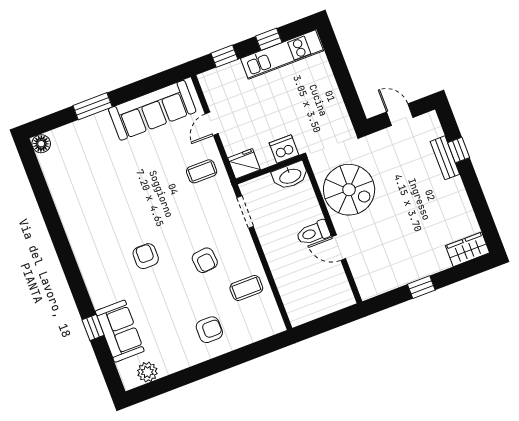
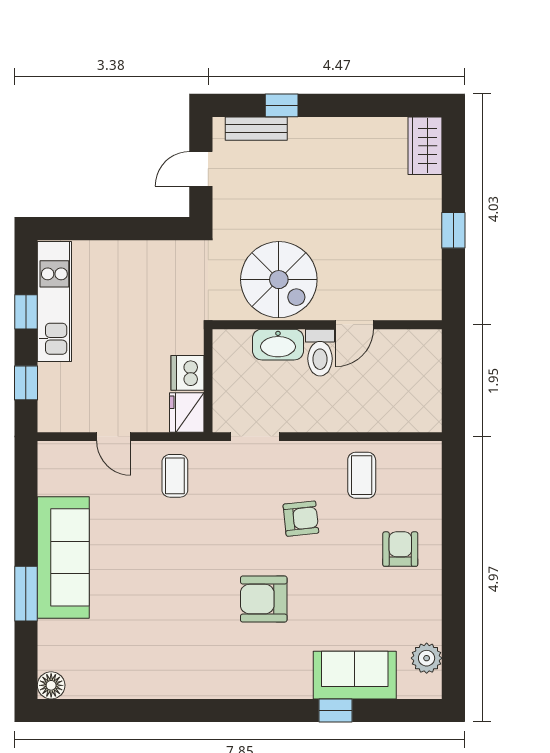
sofa: (152, 110) -> (63, 557), moved
dishwasher: (284, 149) -> (187, 373), moved
bench: (445, 158) -> (256, 129), moved
washbasin: (290, 176) -> (278, 345), moved, turned 90
spiral stairs: (349, 190) -> (279, 280), turned 90
armchair: (146, 256) -> (264, 599), width x1.38, depth x1.38

